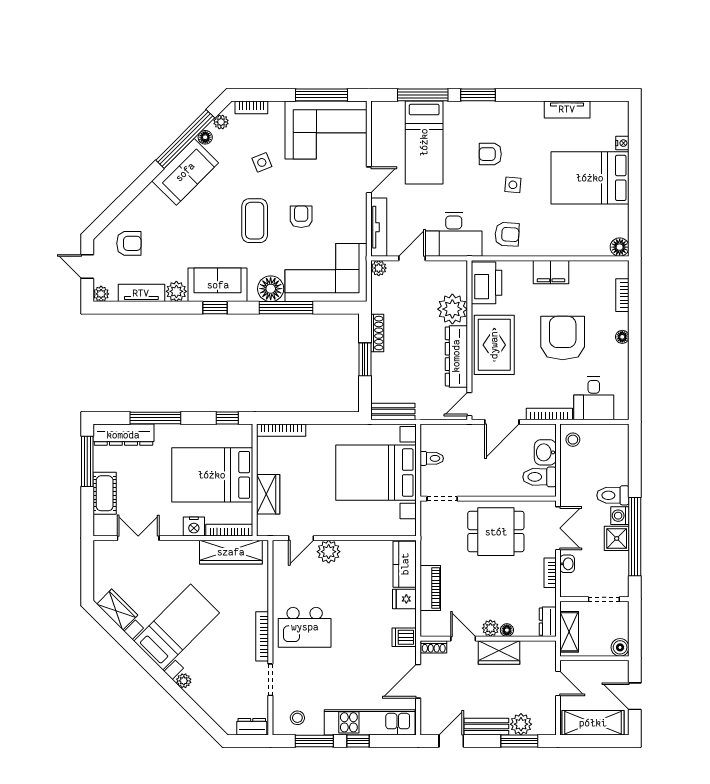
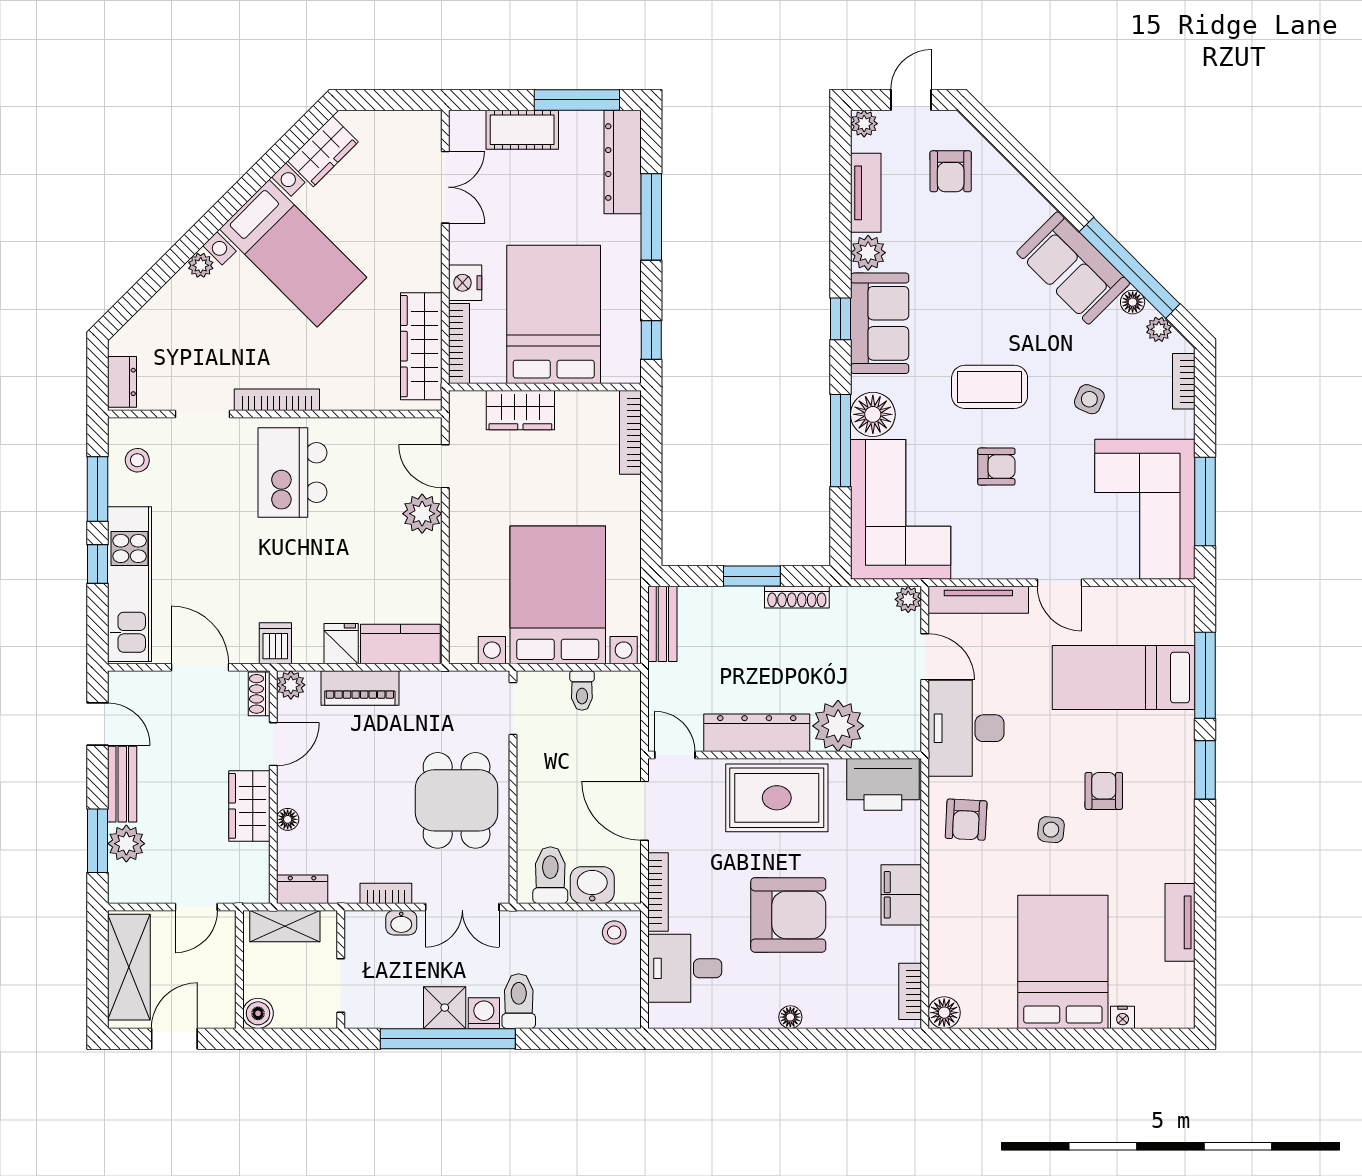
side table: (262, 162) -> (1089, 399), turned 45
bookcase: (622, 295) -> (910, 991), moved, turned -90
plant: (490, 628) -> (291, 685), moved

